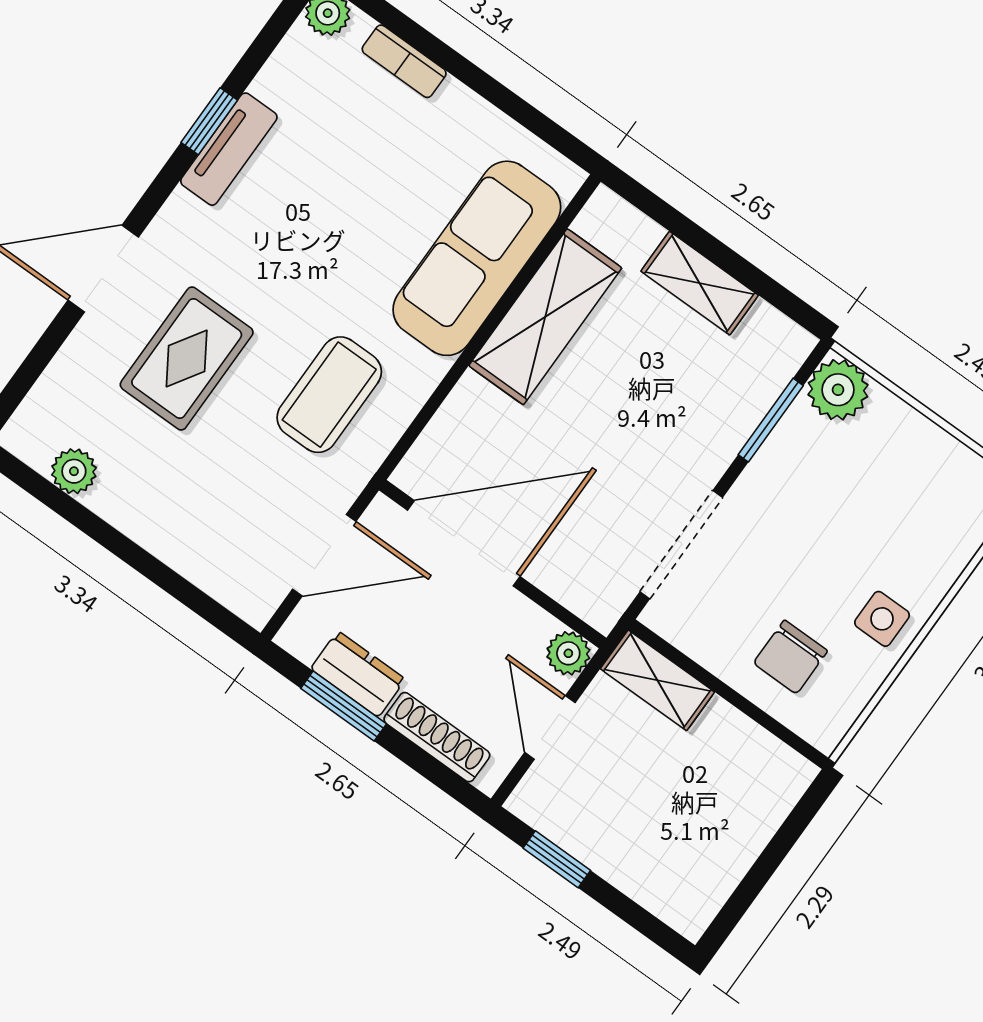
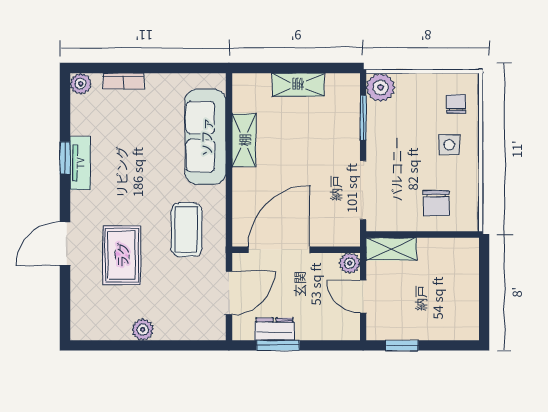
shelving: (545, 317) -> (244, 140), width x0.67, depth x0.75
plant: (74, 471) -> (143, 330), moved
chair: (947, 511) -> (456, 104), added
side table: (882, 619) -> (449, 145), moved
shoe rack: (437, 737) -> (322, 332), removed

